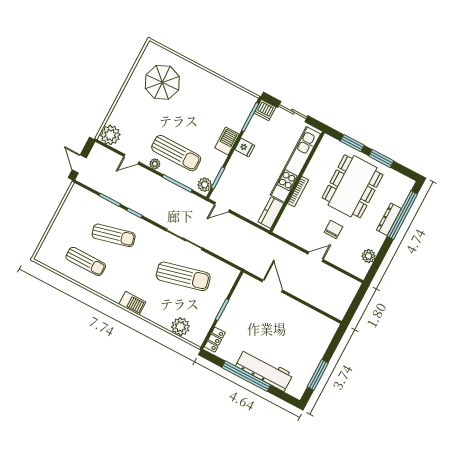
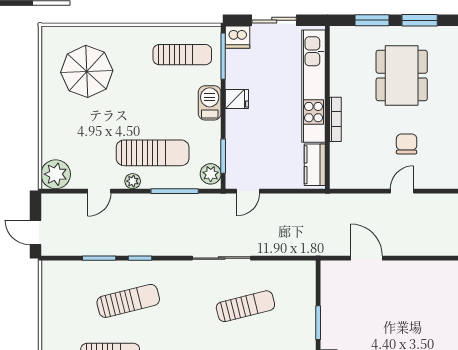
sun lounger: (226, 103) -> (182, 55), added
dining table: (352, 186) -> (402, 76), width x0.73, depth x0.80
sun lounger: (183, 276) -> (245, 306), width x0.73, depth x0.75

